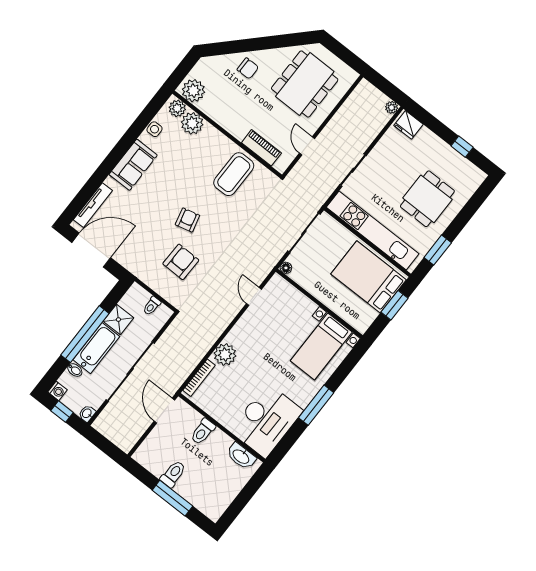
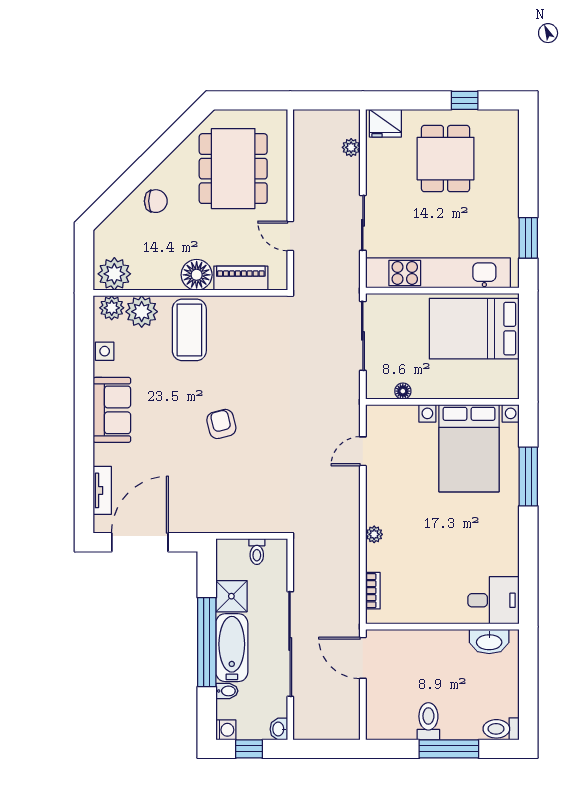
plant: (392, 107) -> (351, 147), moved
floor lamp: (238, 127) -> (197, 275), added
coffee table: (234, 174) -> (189, 330), moved
dining table: (427, 199) -> (446, 159), moved
tv unit: (93, 205) -> (102, 490), width x0.71
armchair: (181, 262) -> (251, 477), removed
floor lamp: (286, 268) -> (403, 391), moved
door: (254, 296) -> (363, 451), hinge flipped
window: (395, 305) -> (528, 337), removed
bed with nightstands: (321, 346) -> (469, 448), width x1.36
plant: (225, 355) -> (374, 534), width x0.53, depth x0.53
bookcase: (199, 378) -> (373, 591), width x0.64
window: (316, 405) -> (528, 477), moved
desk: (266, 421) -> (494, 600), width x0.53, depth x0.77
toilet: (203, 431) -> (501, 729), moved, turned 90

